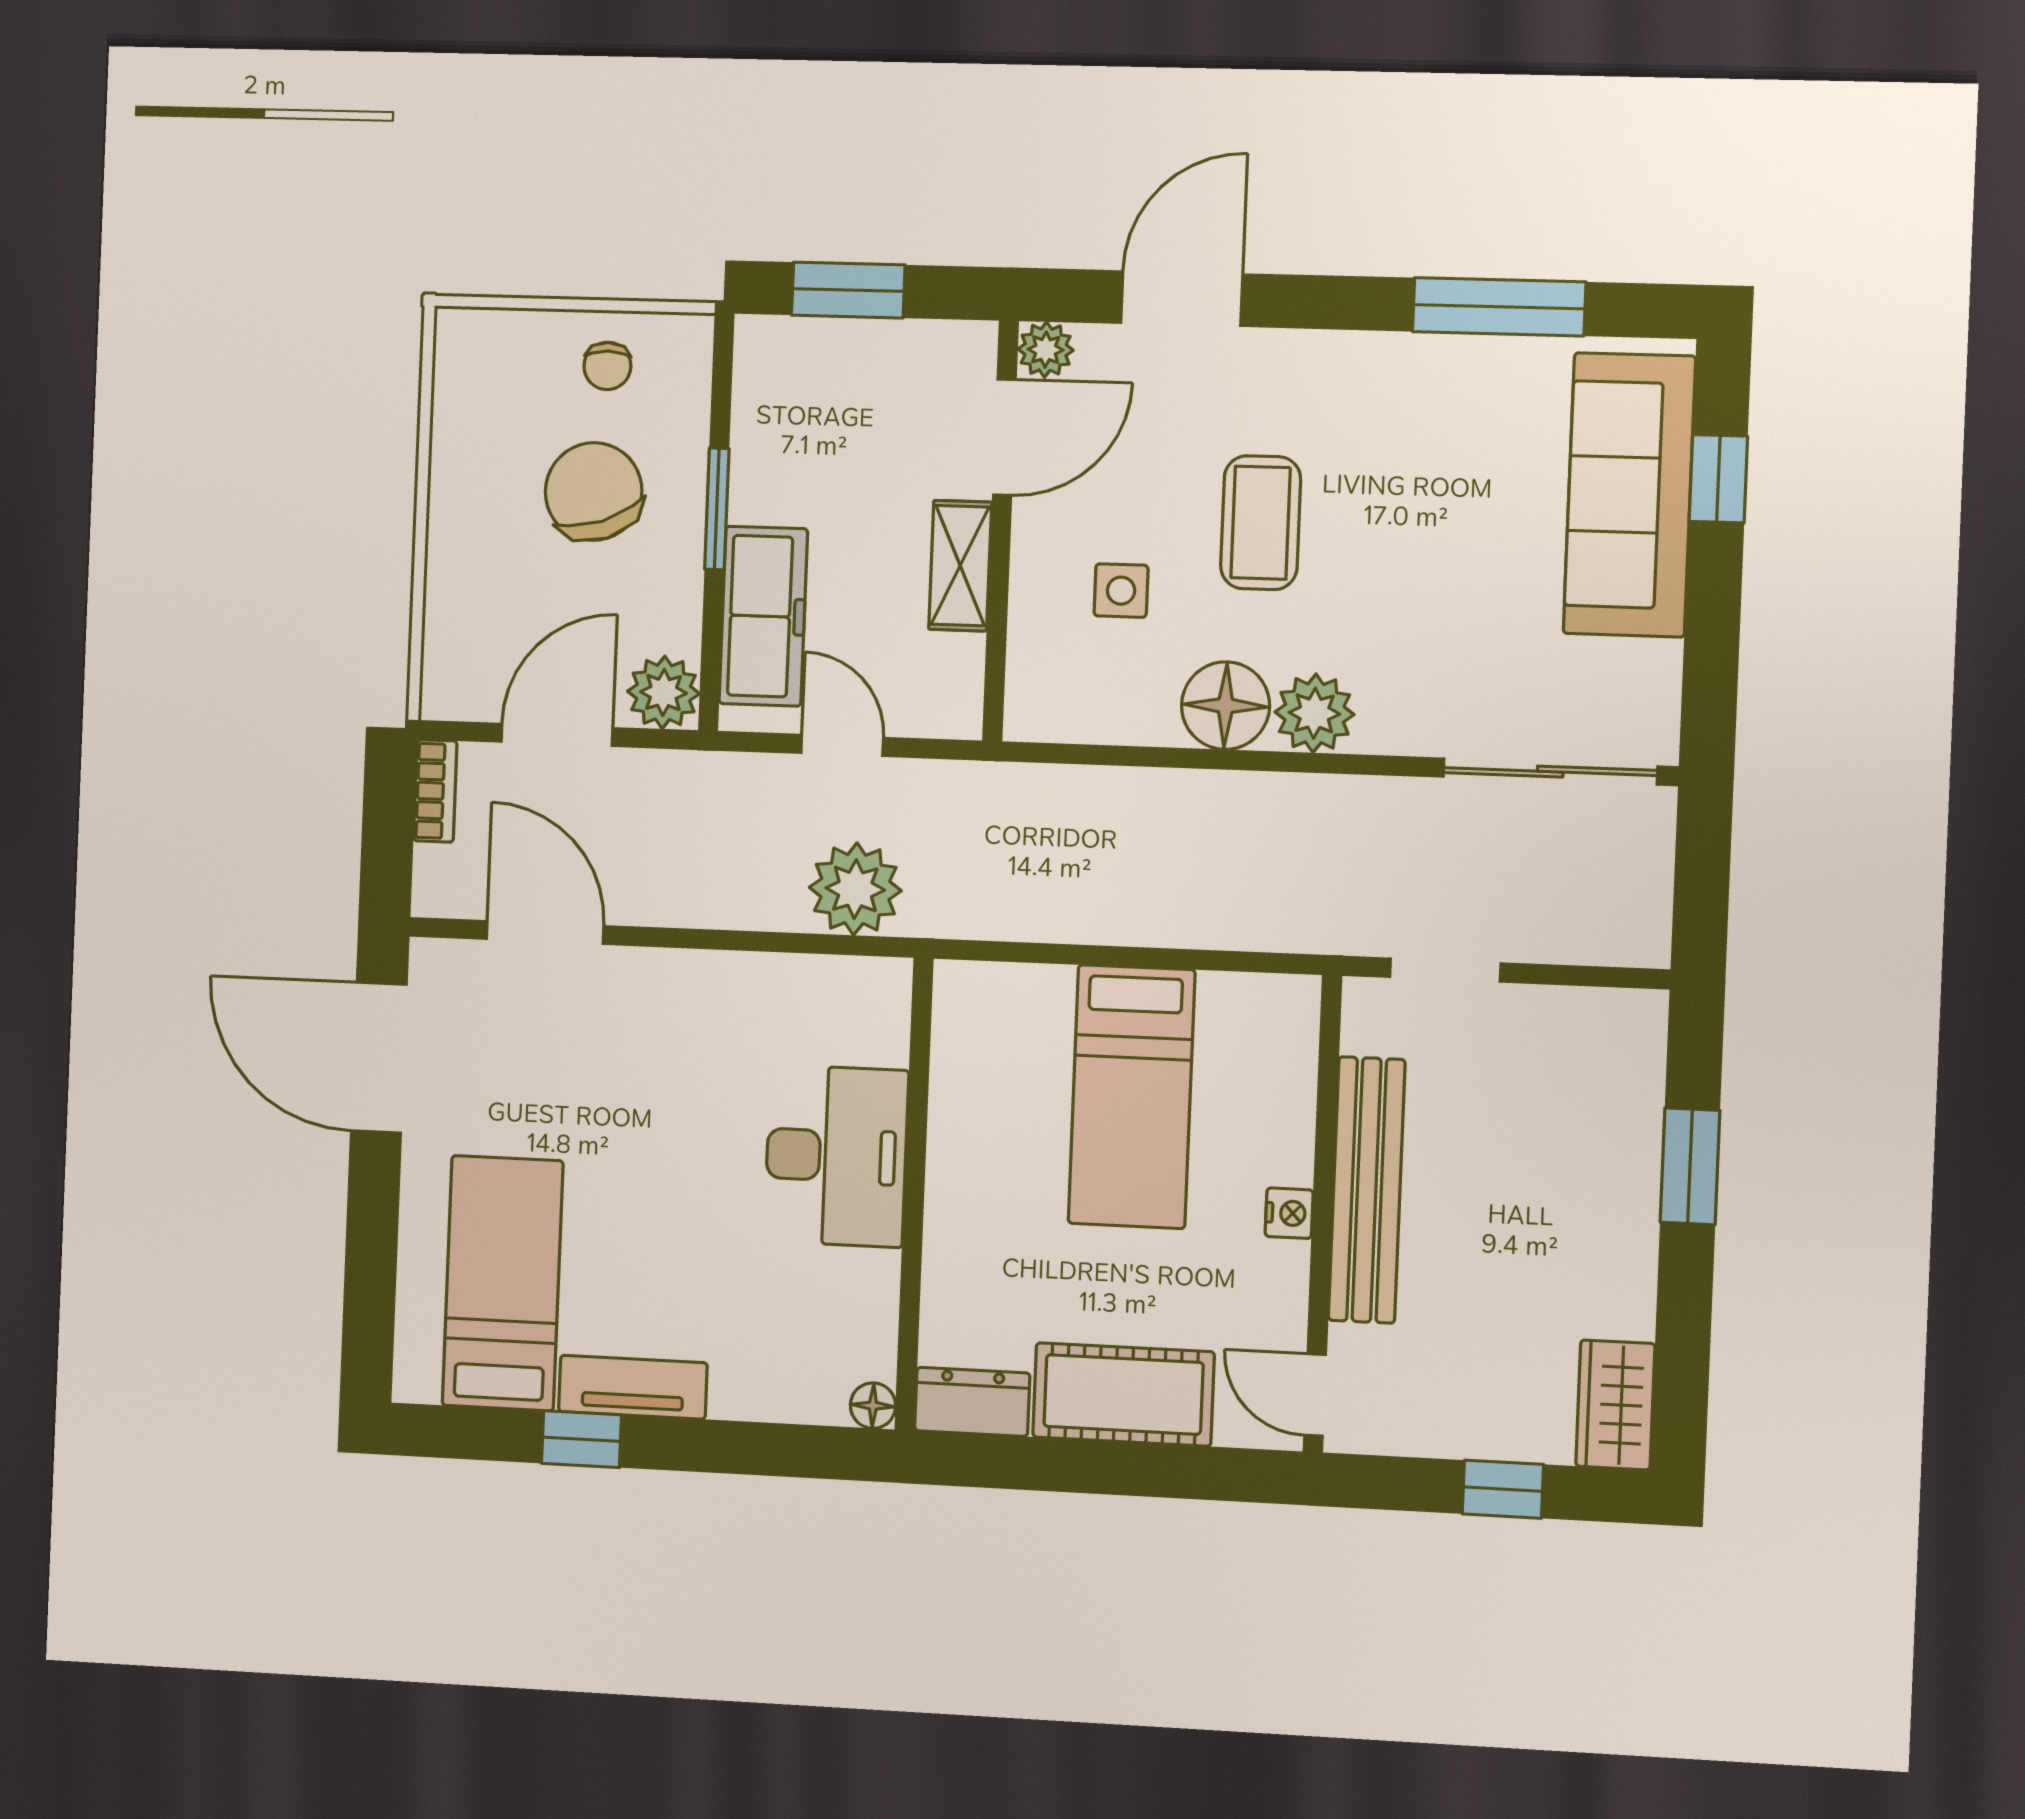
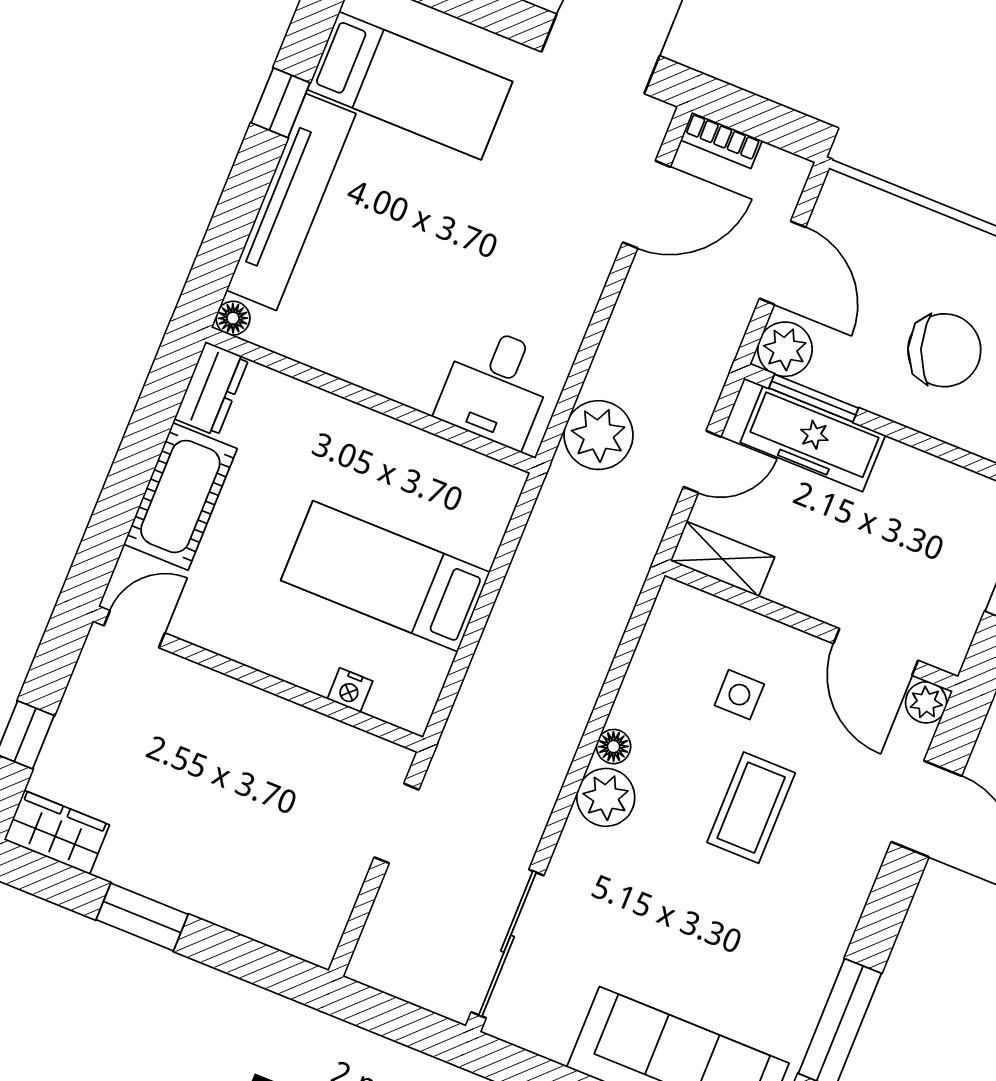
window: (717, 509) -> (814, 398), moved
coffee table: (1261, 523) -> (751, 808), turned 90
shelving: (960, 566) -> (722, 559), moved
floor lamp: (1226, 706) -> (614, 747), width x0.53, depth x0.53
bookcase: (435, 791) -> (721, 140), moved
desk: (836, 1156) -> (496, 387), moved, width x0.73
window: (1690, 1166) -> (142, 917), moved
bench: (1367, 1190) -> (264, 715), removed
nightstand: (1289, 1213) -> (350, 690), moved
tv unit: (633, 1387) -> (291, 202), width x1.92, depth x1.29

